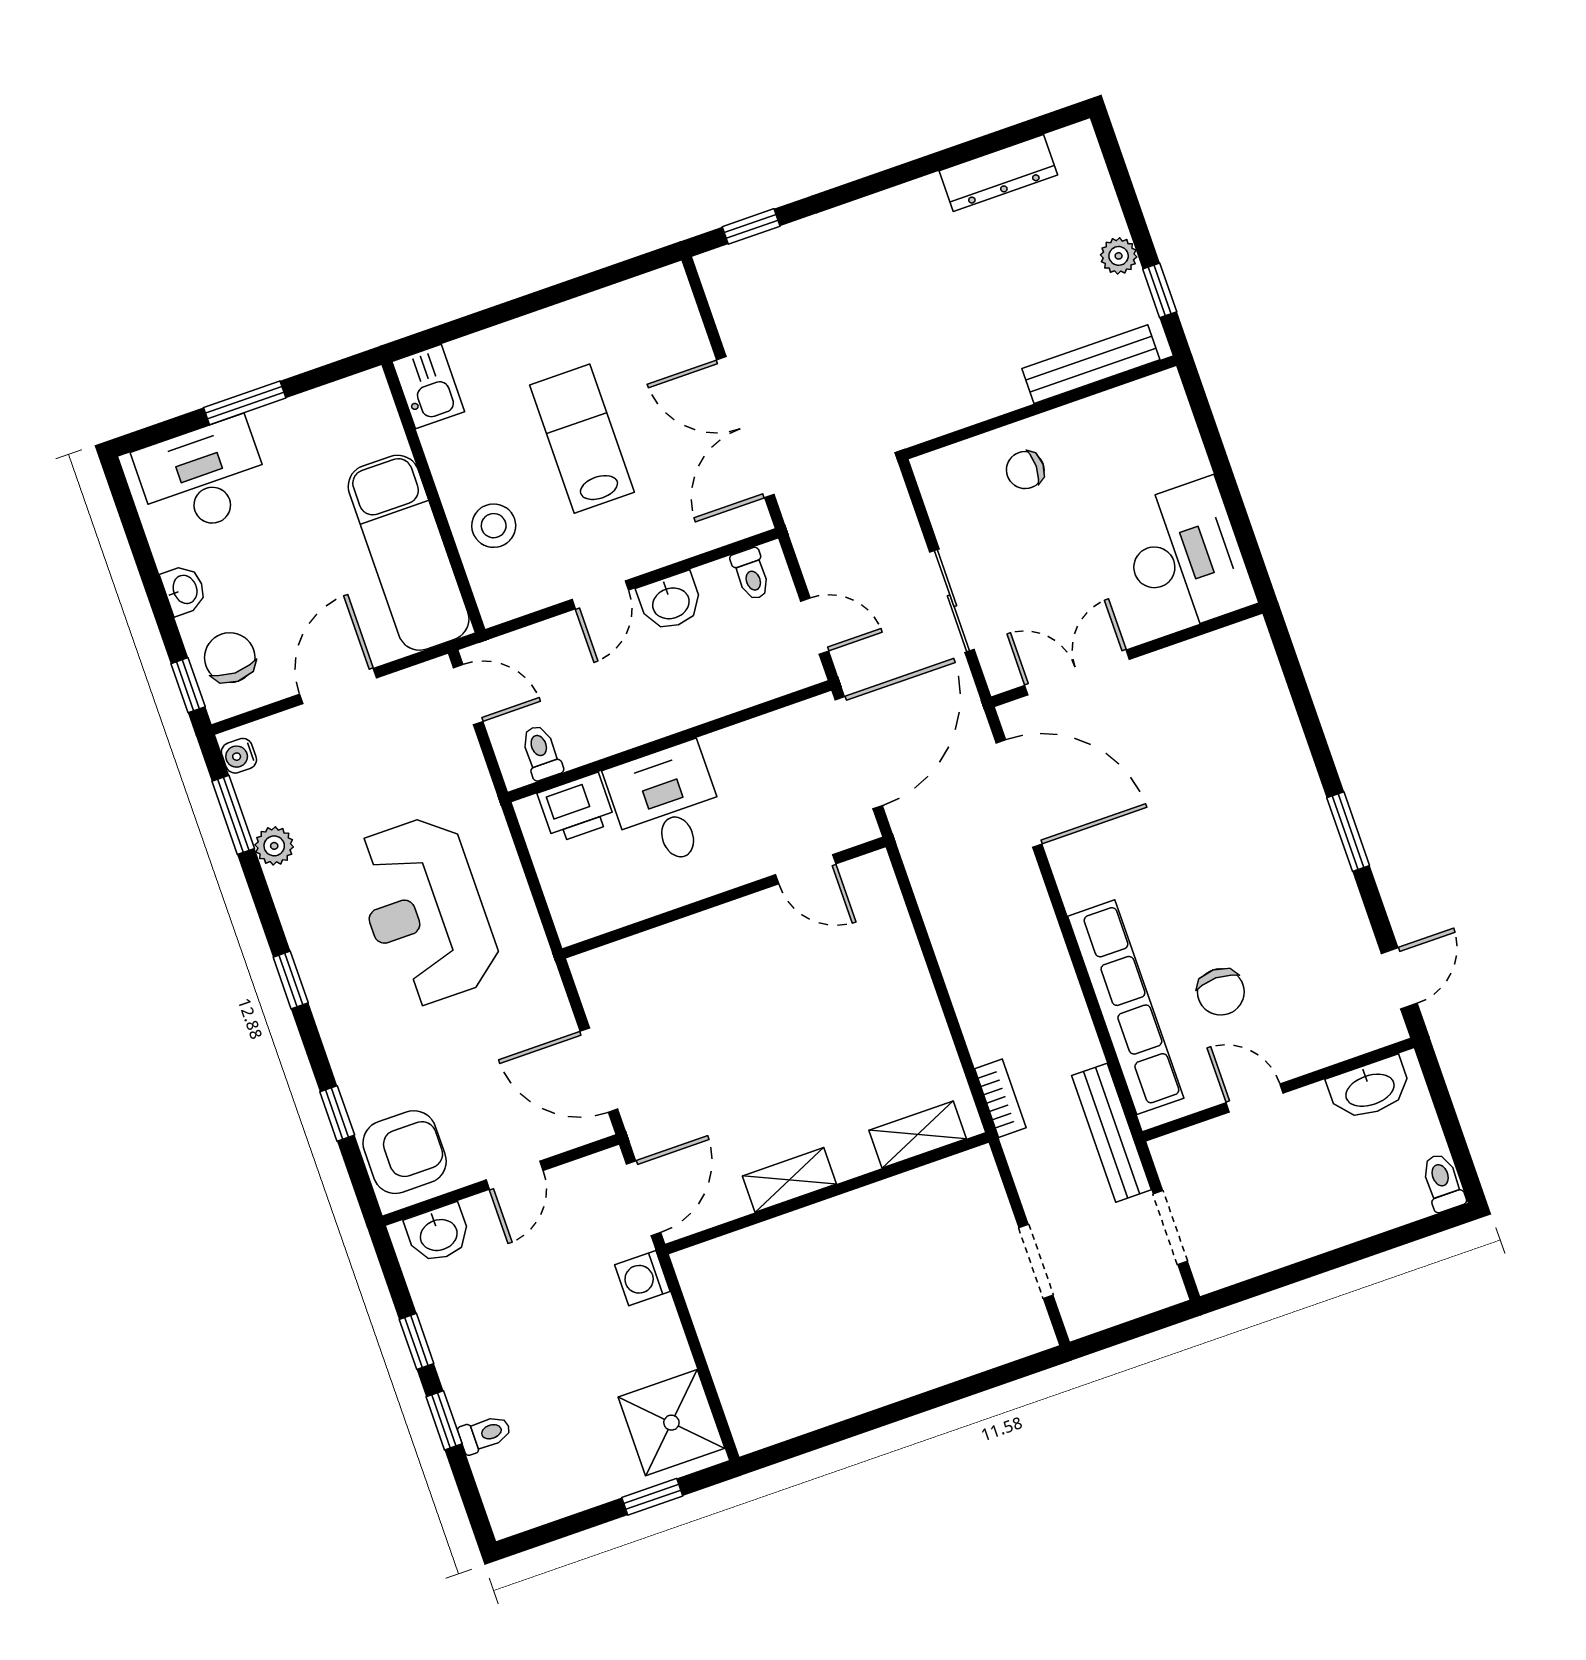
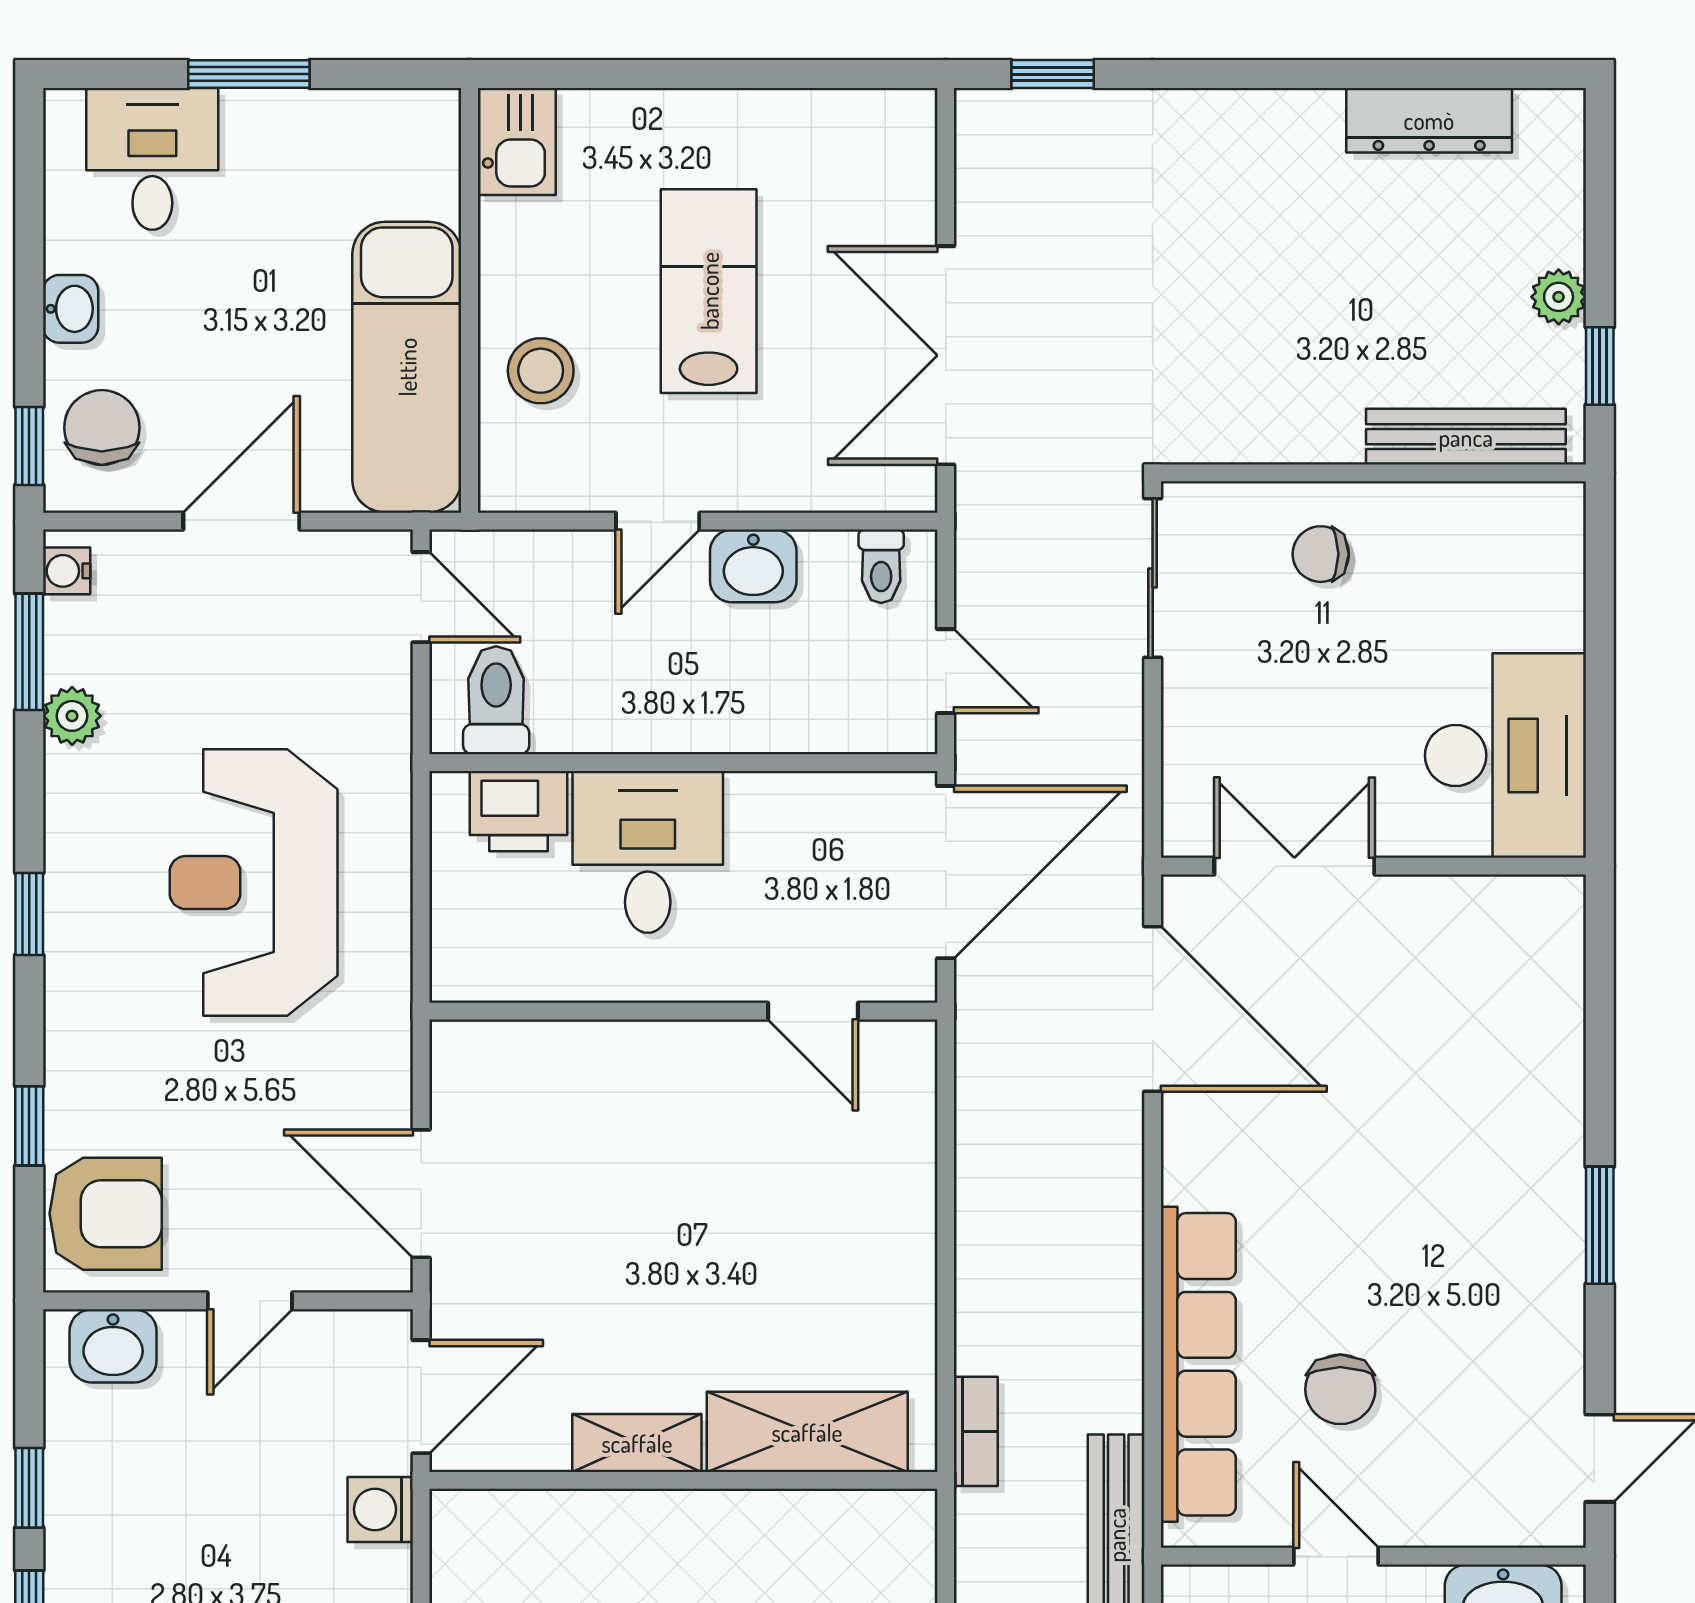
desk: (203, 477) -> (152, 159), width x0.73
sliding door: (952, 601) -> (1153, 578), moved
toilet: (541, 752) -> (496, 700), width x1.37, depth x1.39
shelving: (918, 1135) -> (807, 1432), width x1.50, depth x1.33

